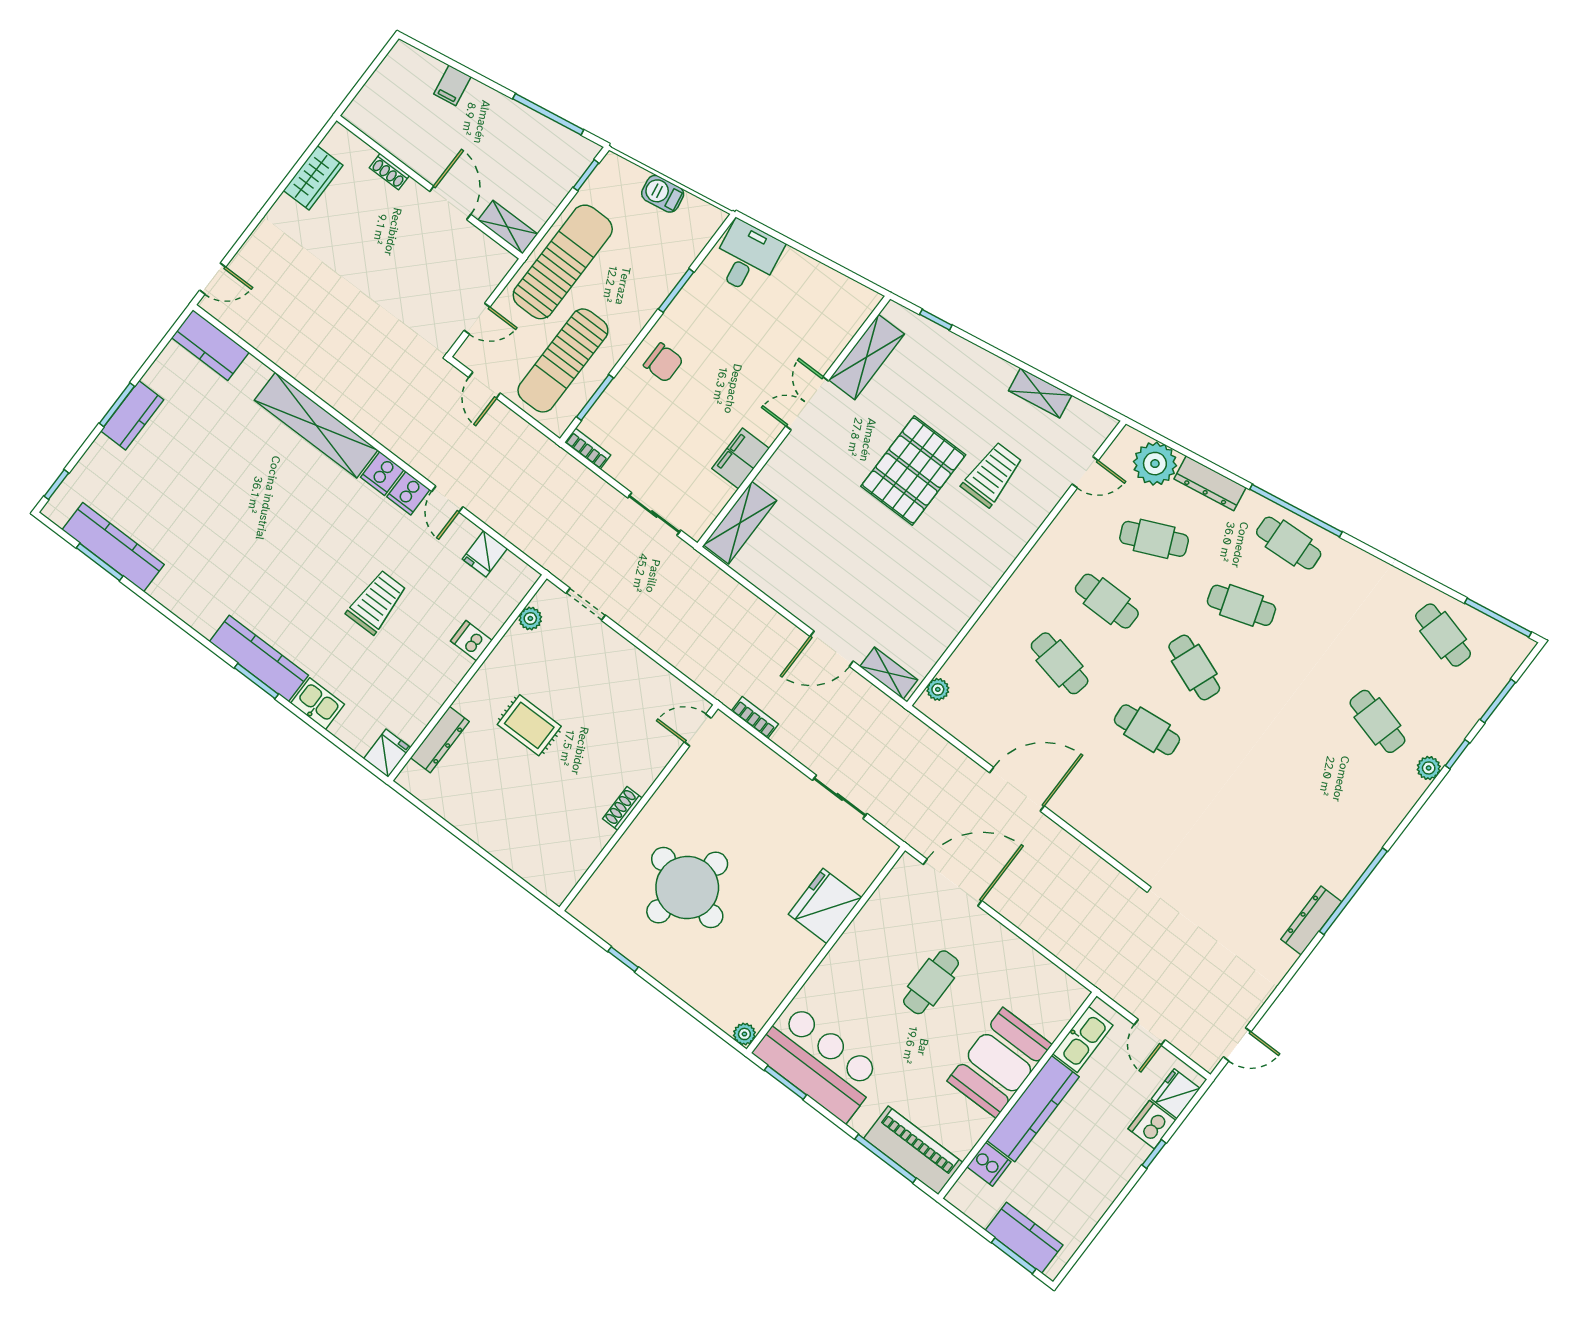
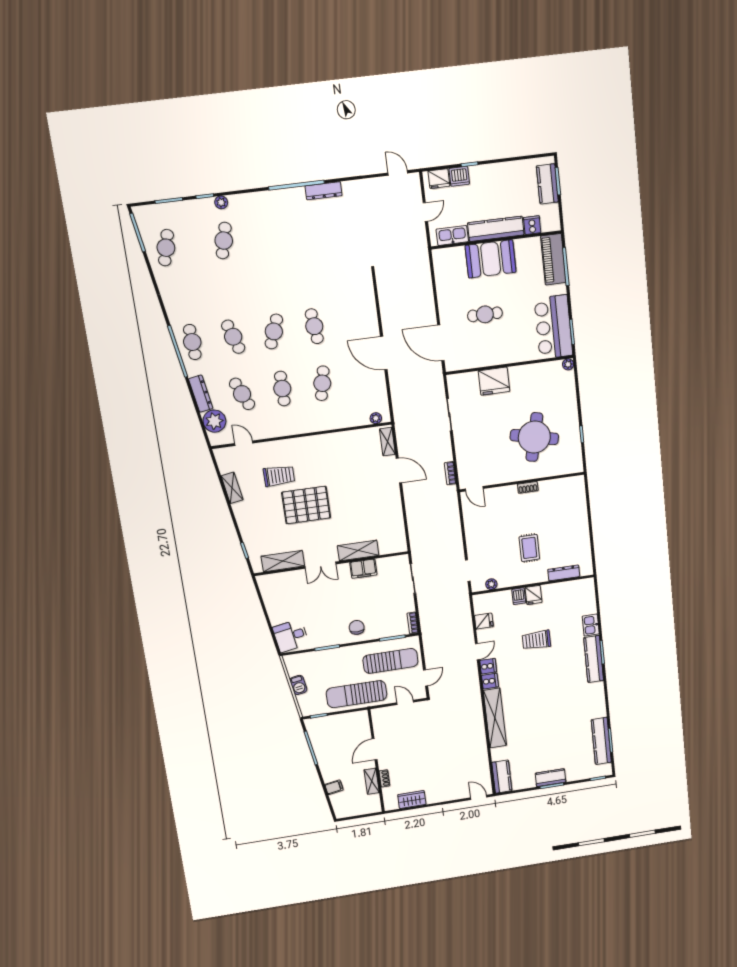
shelving: (508, 227) -> (372, 781), moved
trolley: (992, 474) -> (279, 476), turned 180
shelving: (740, 523) -> (358, 551), moved
fridge: (387, 753) -> (534, 595), moved, turned -90

